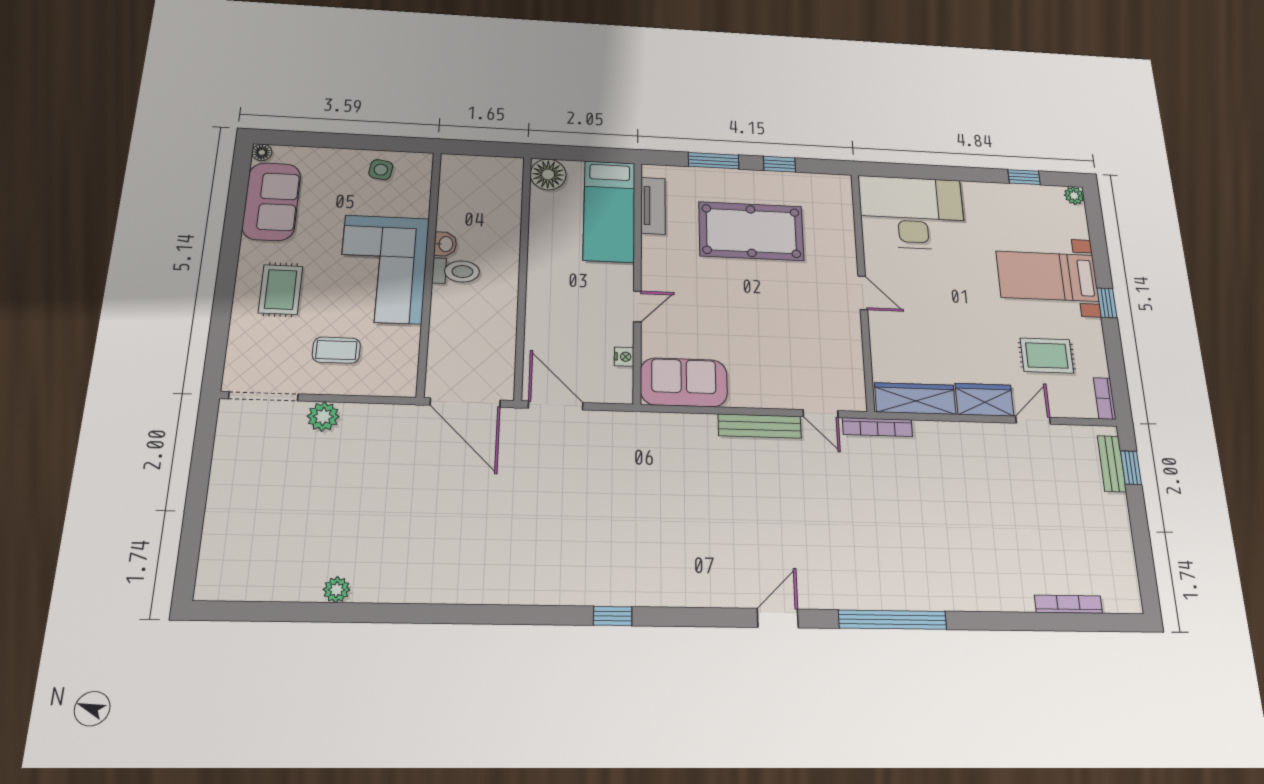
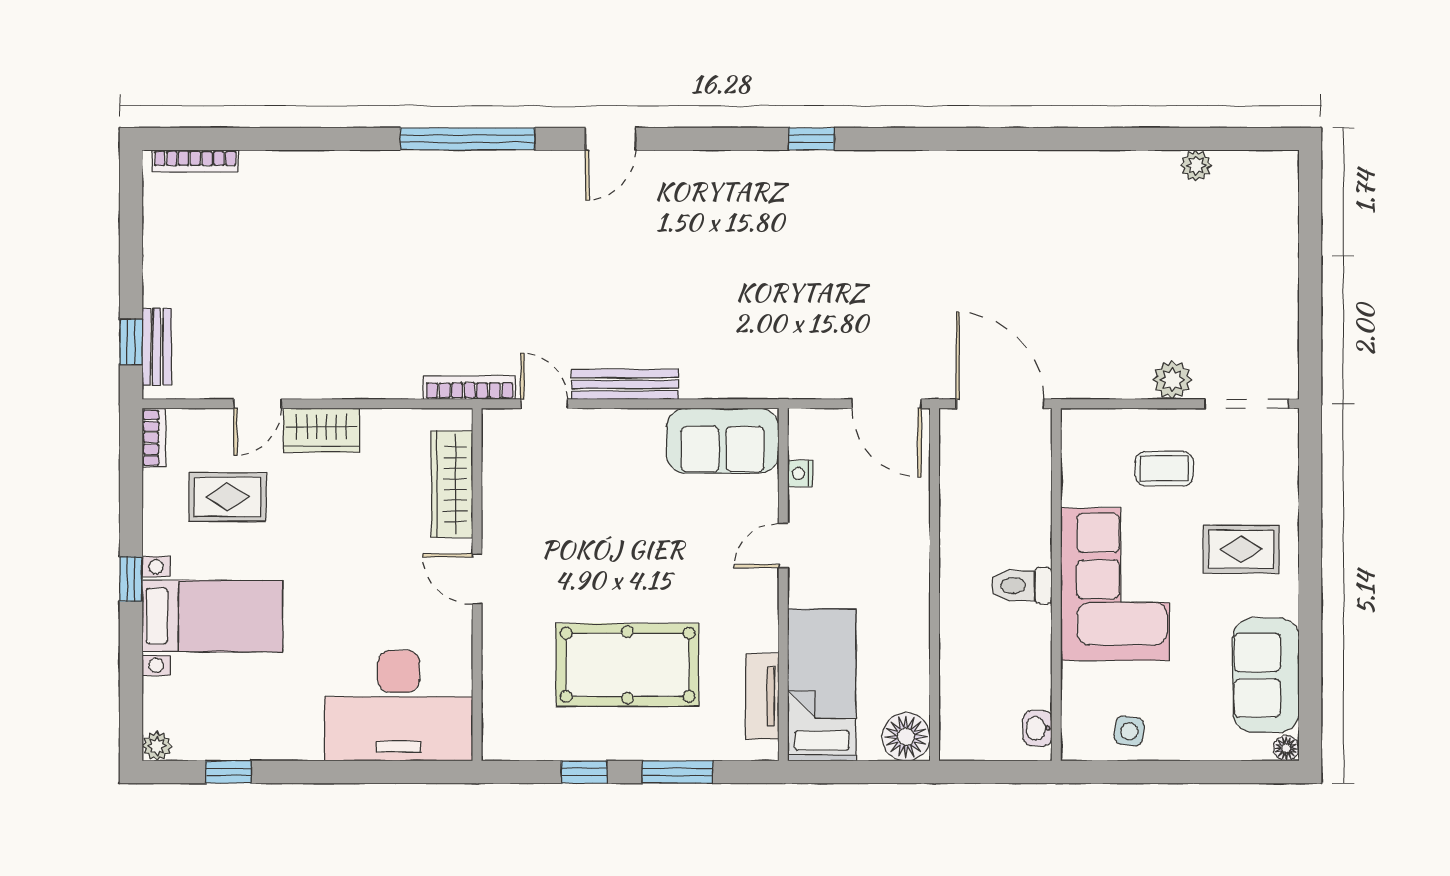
washbasin: (445, 244) -> (1038, 728), moved
rug: (281, 290) -> (1241, 549), turned 90
wardrobe: (915, 399) -> (452, 484), moved, turned 90
plant: (337, 590) -> (1196, 166), moved
bookcase: (1068, 604) -> (195, 161), moved

